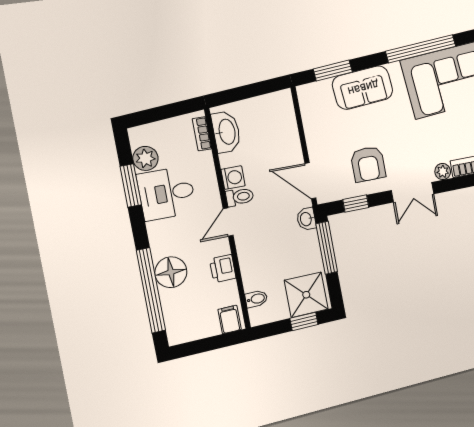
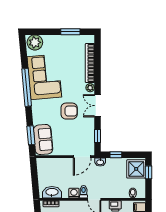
sofa: (363, 88) -> (43, 140), moved
armchair: (368, 164) -> (69, 111), moved
double door: (413, 192) -> (98, 106), swing flipped
window: (327, 248) -> (116, 155), width x0.46

